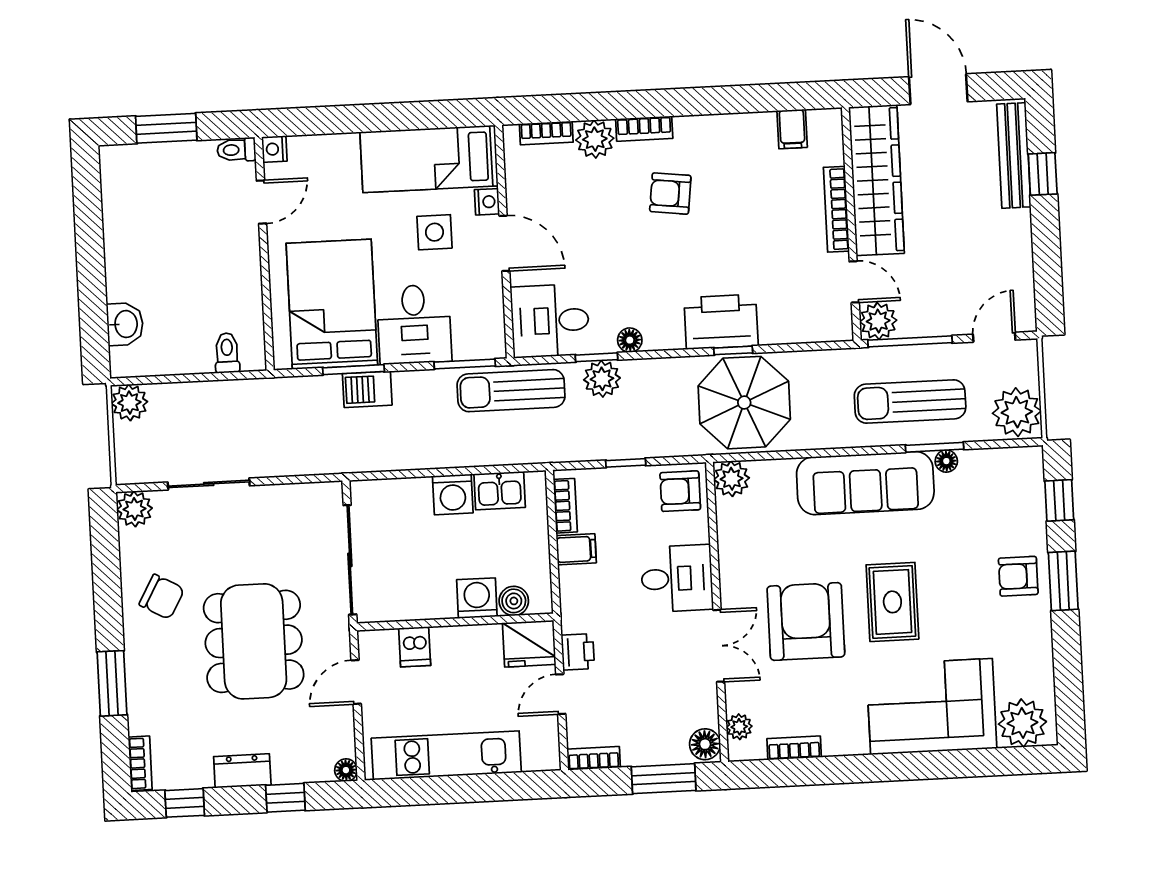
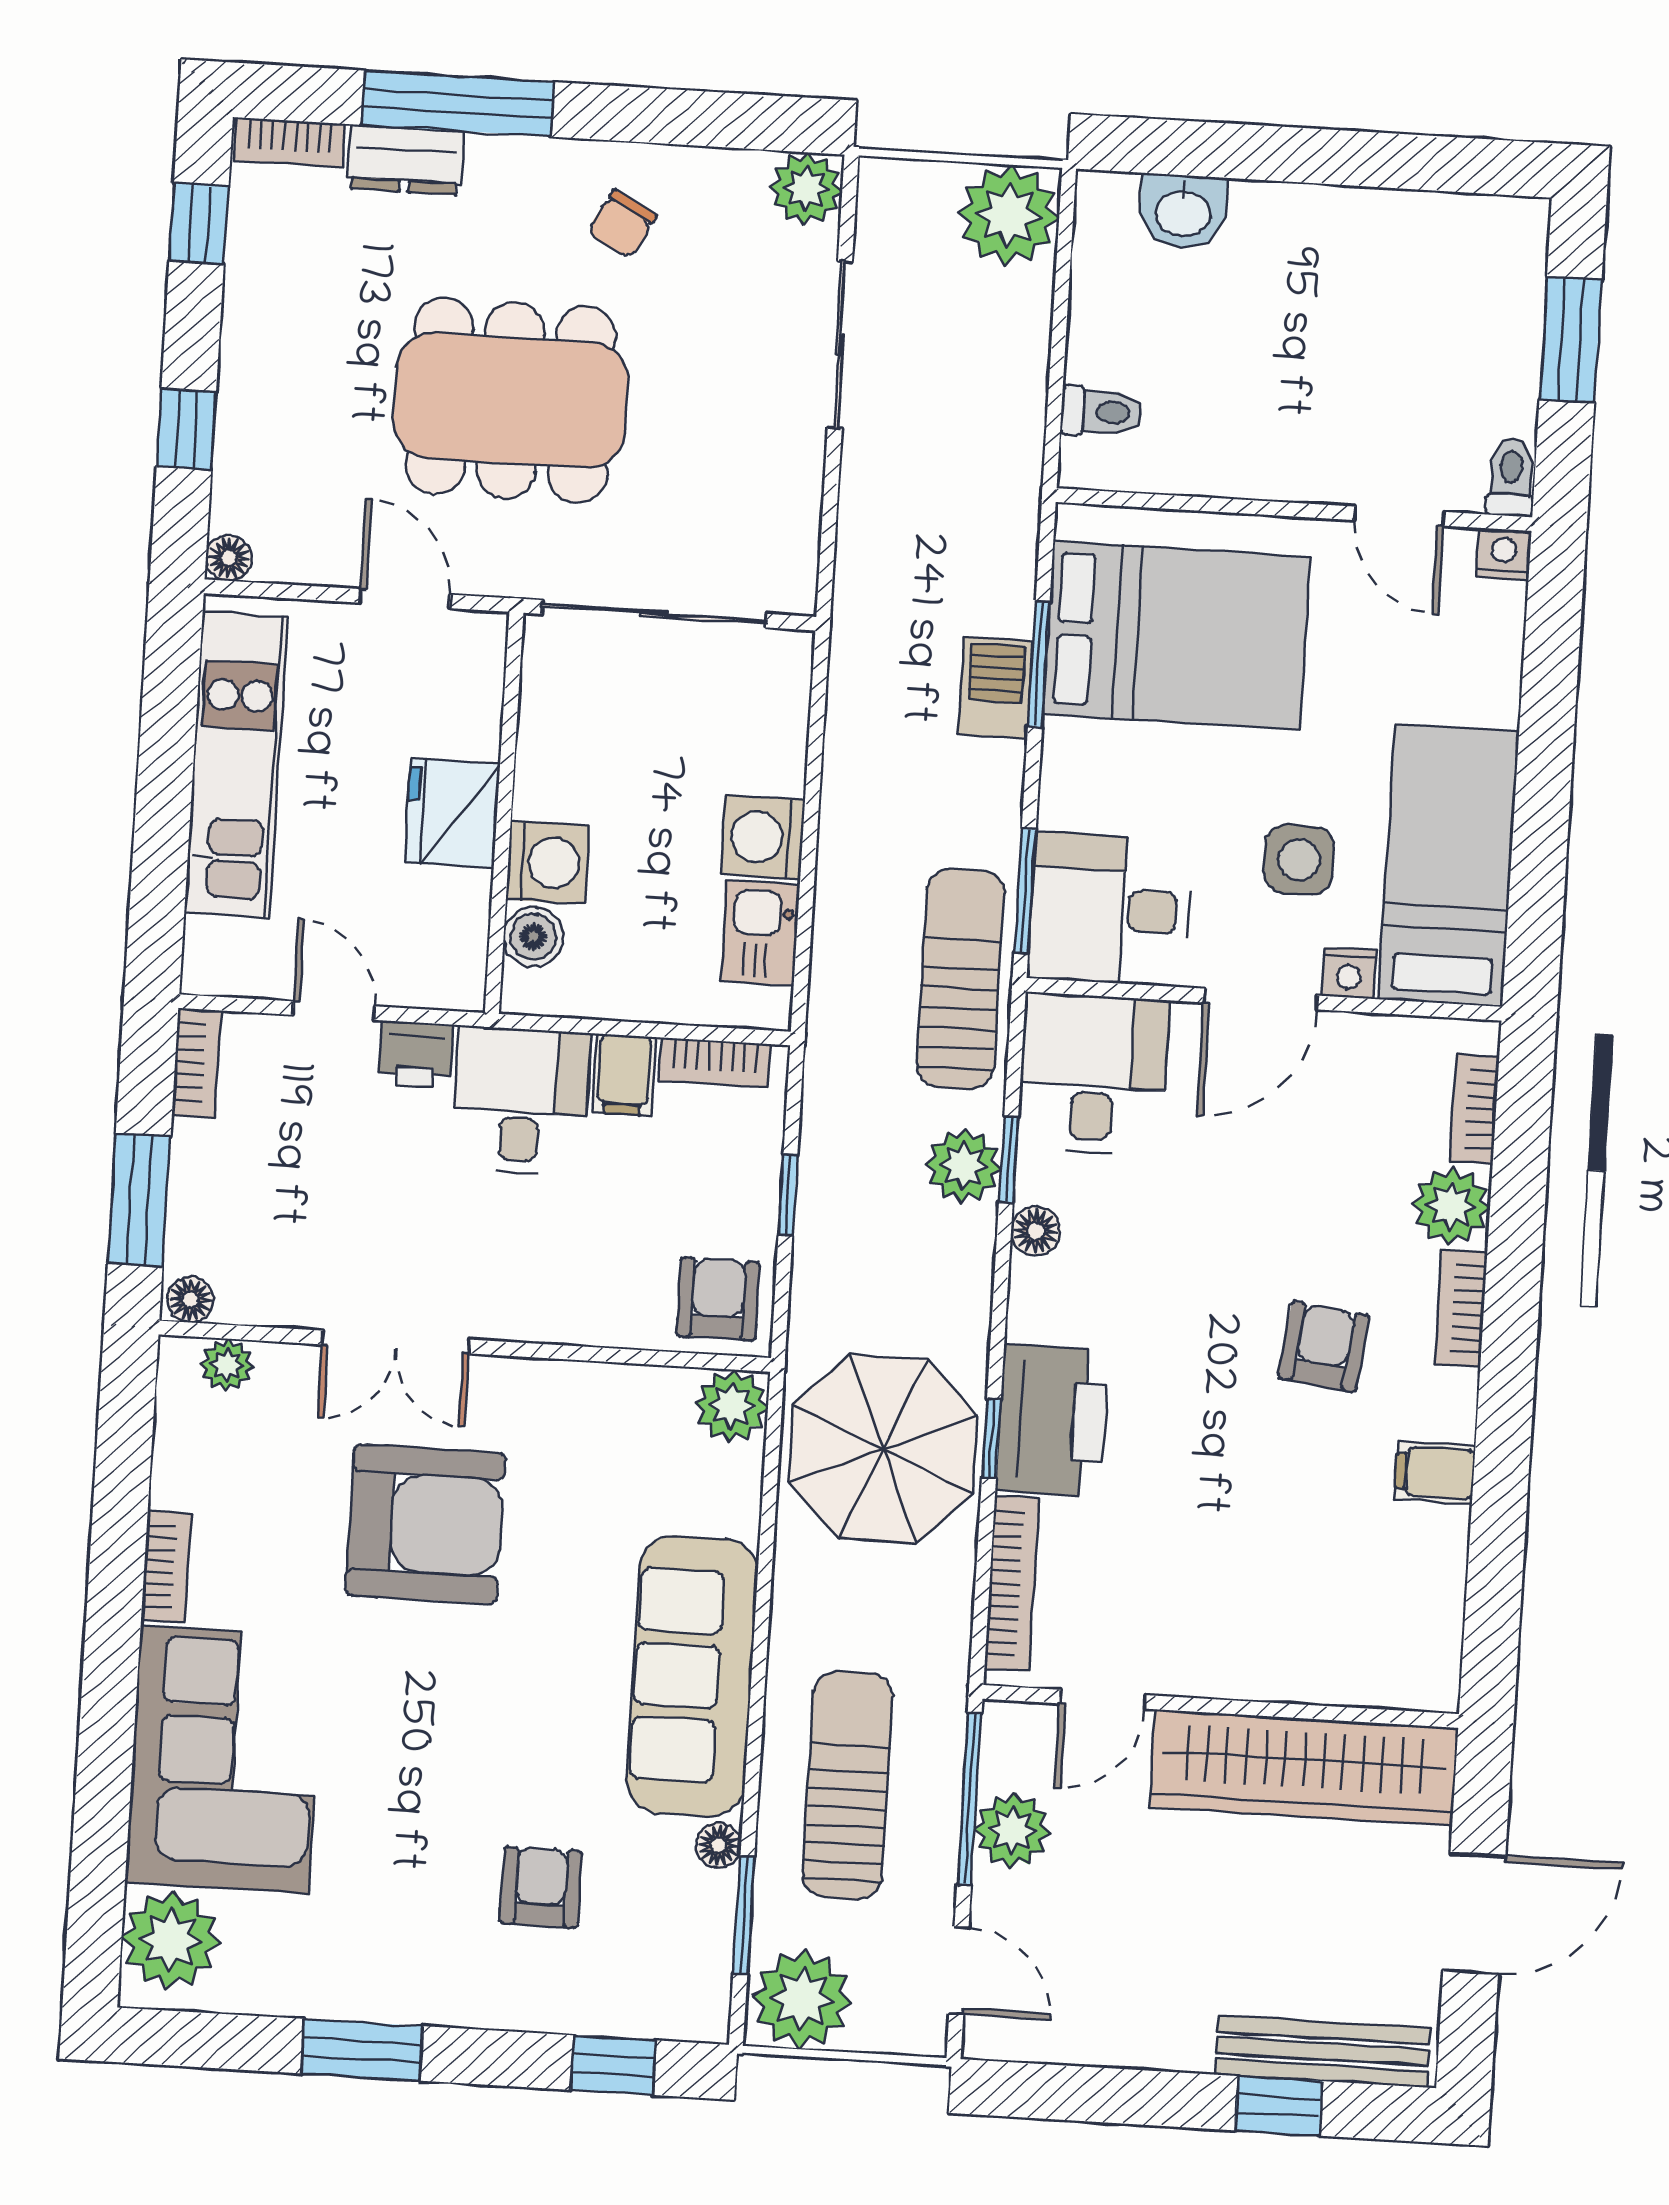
filing cabinet: (792, 129) -> (1435, 1473), moved
bookcase: (836, 209) -> (1012, 1584), moved, turned 90
plant: (878, 321) -> (1012, 1831), moved
desk: (414, 324) -> (1110, 909), moved
plant: (129, 403) -> (1009, 215), width x1.36, depth x1.36
window: (935, 447) -> (744, 1915), moved
armchair: (1018, 576) -> (541, 1887), moved
desk: (677, 578) -> (521, 1101), moved, turned 180
window: (1063, 581) -> (362, 2050), moved
chair: (162, 597) -> (622, 224), width x0.73, depth x0.73
rug: (892, 602) -> (445, 1704), removed
fridge: (529, 644) -> (452, 813), moved
dishwasher: (415, 647) -> (463, 725), removed
window: (112, 683) -> (458, 104), width x1.44
floor lamp: (705, 744) -> (191, 1300), width x0.73, depth x0.73
bookcase: (794, 748) -> (166, 1567), moved
dresser: (242, 771) -> (406, 160), moved, turned 90

